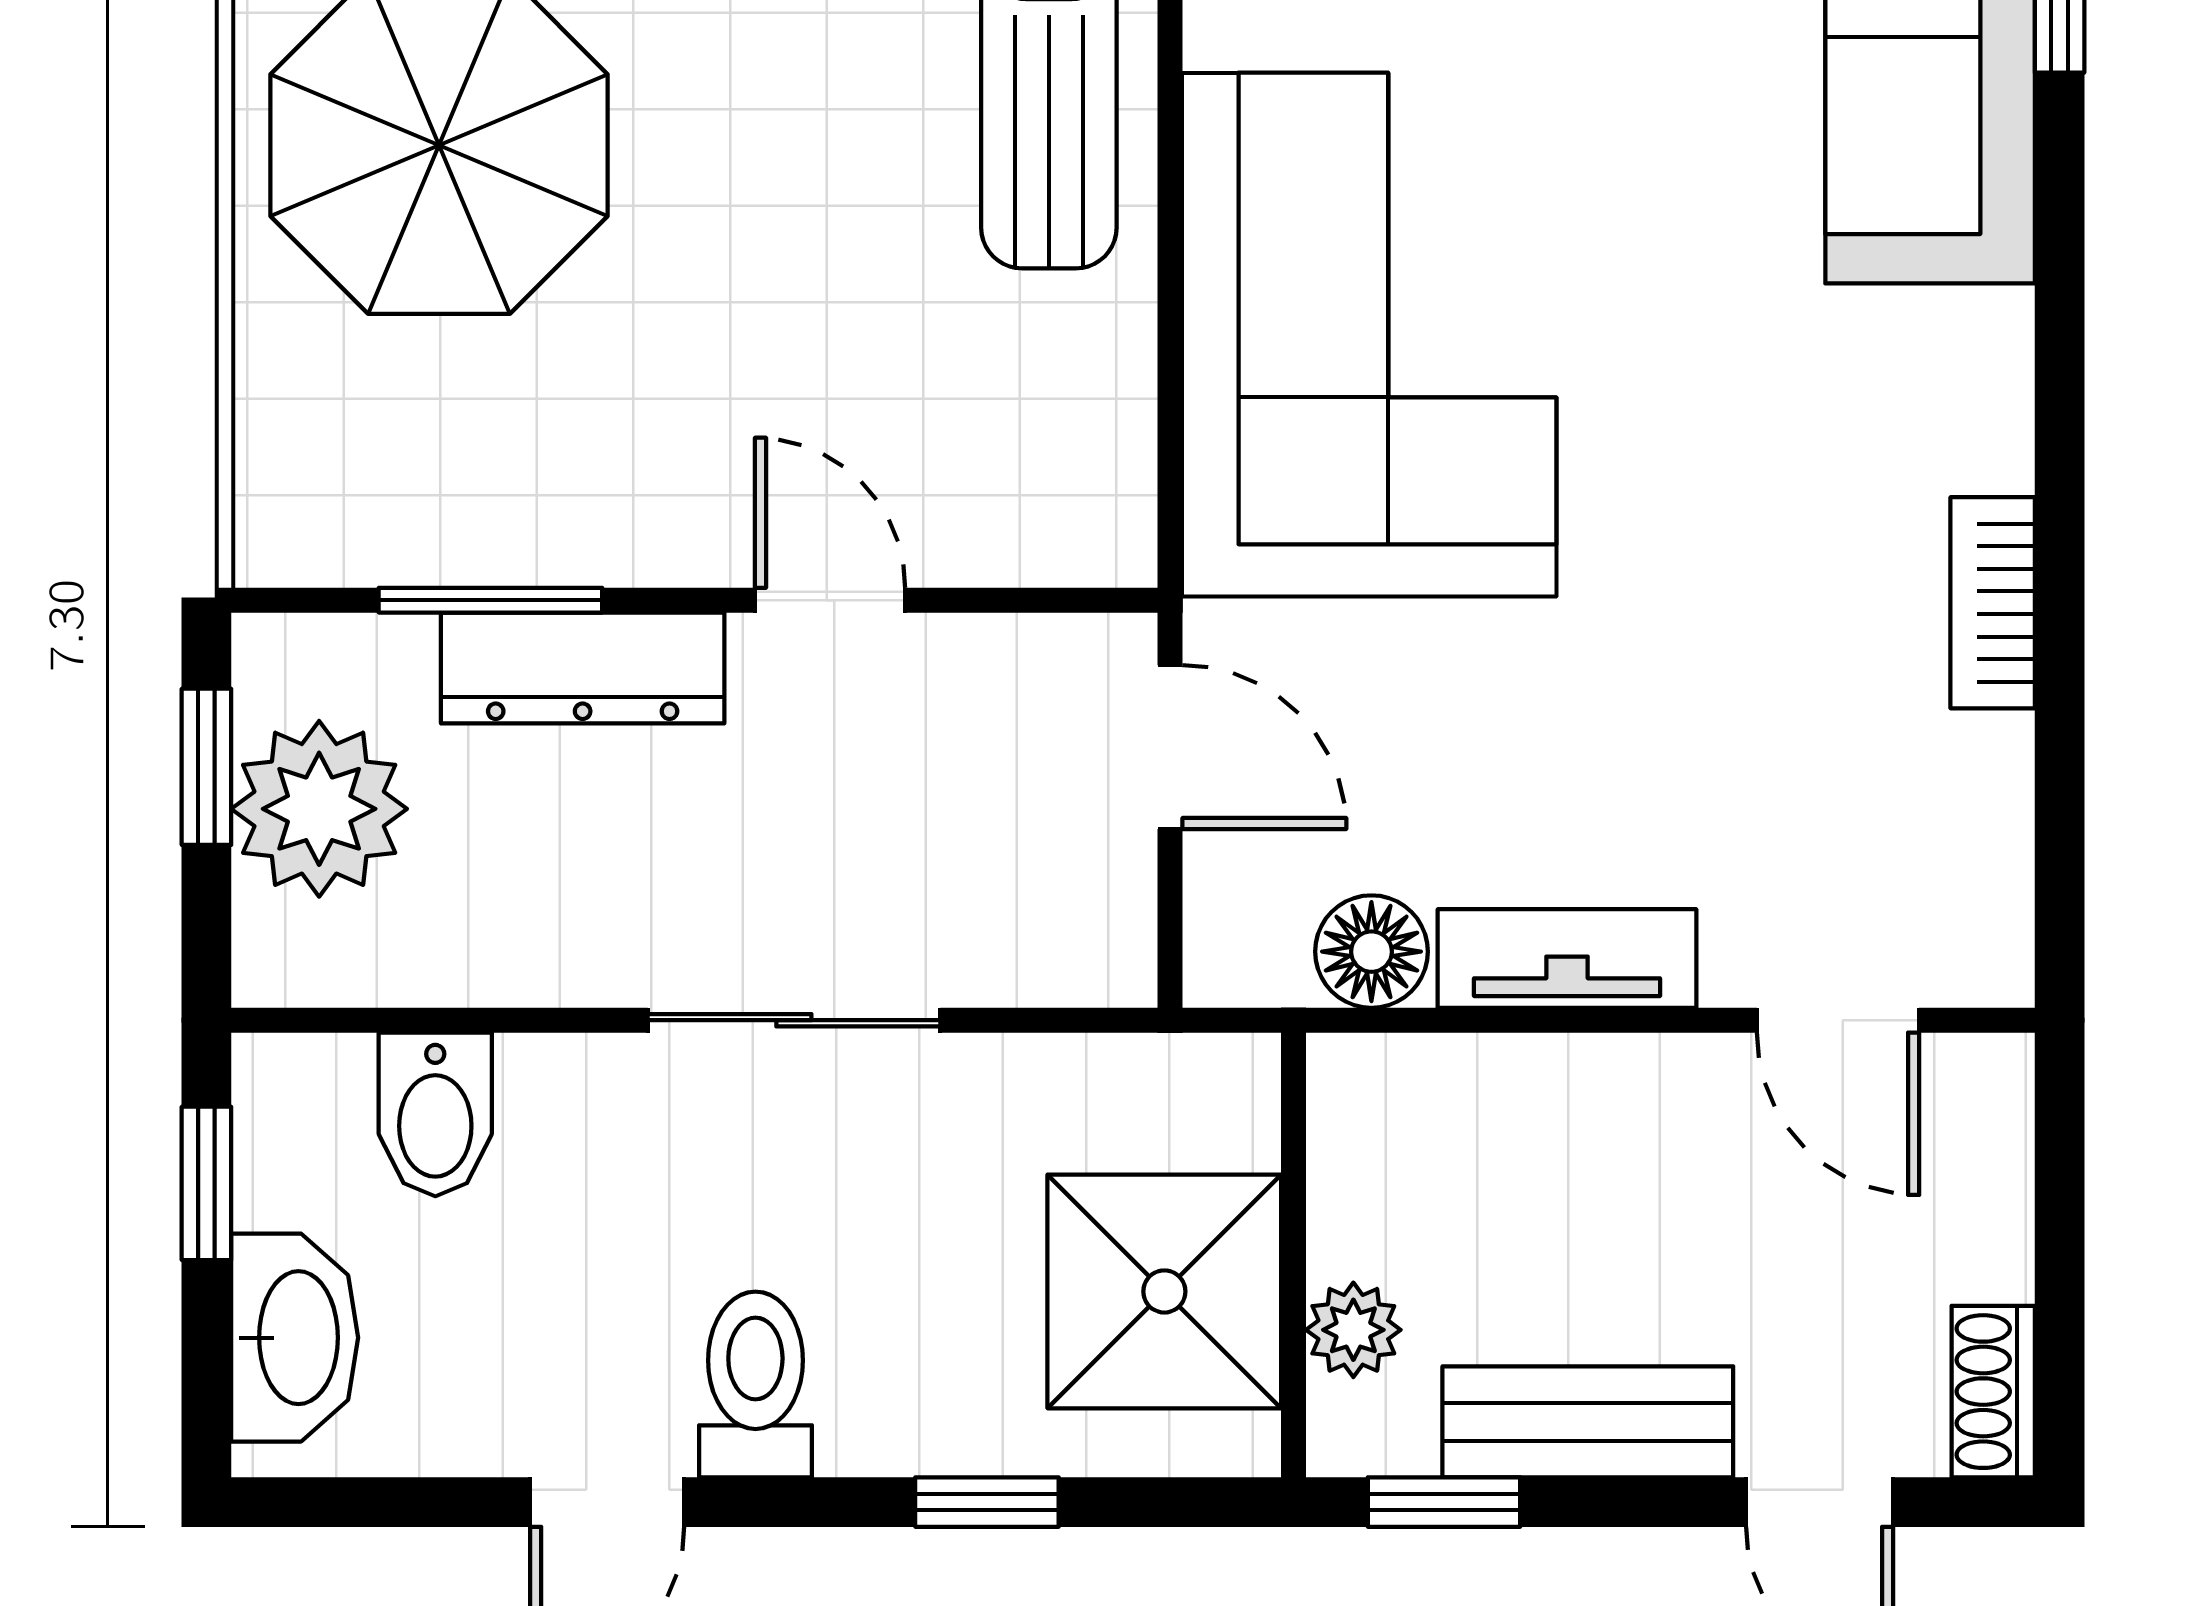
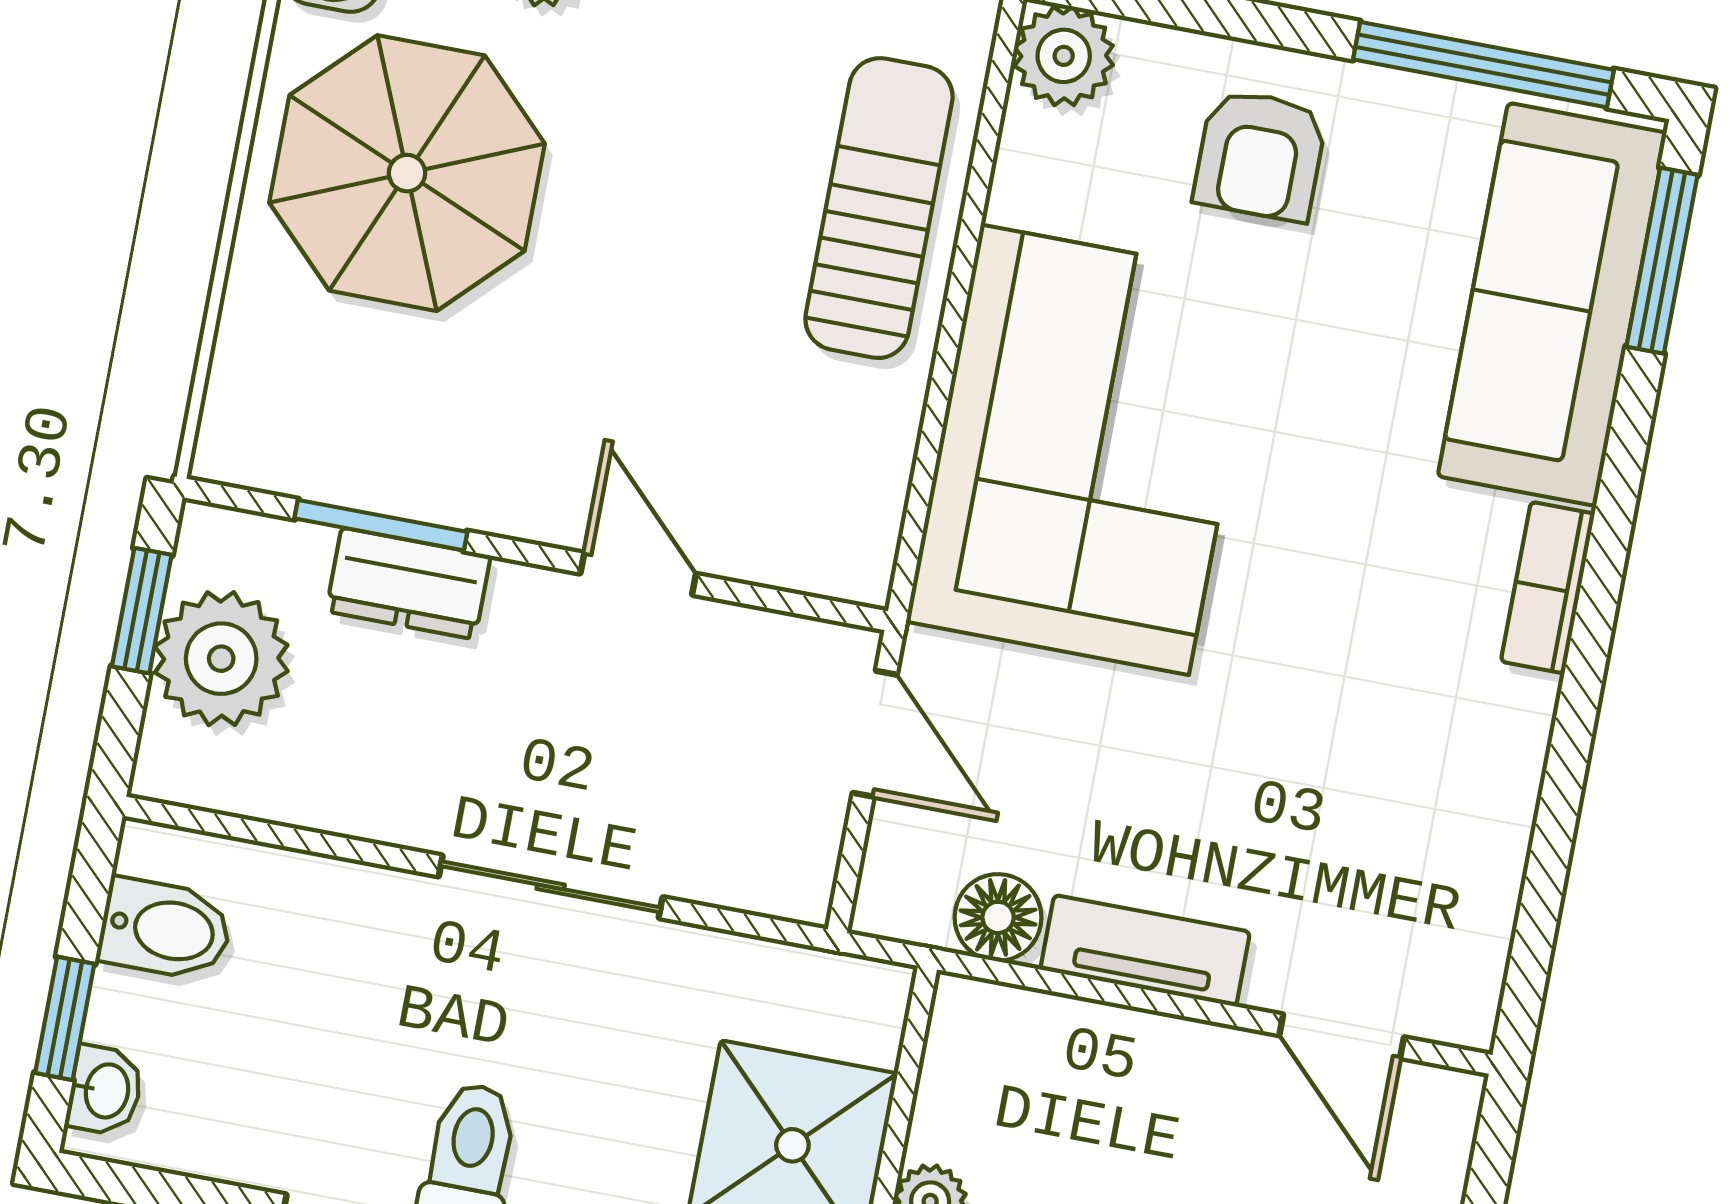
bookcase: (1993, 603) -> (1548, 588), moved
dresser: (583, 668) -> (408, 584), width x0.70
bidet: (435, 1114) -> (165, 929), moved, turned -90
window: (206, 1183) -> (65, 1018), moved
washbasin: (295, 1338) -> (105, 1091), width x0.52, depth x0.69

